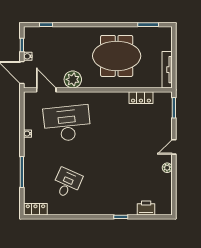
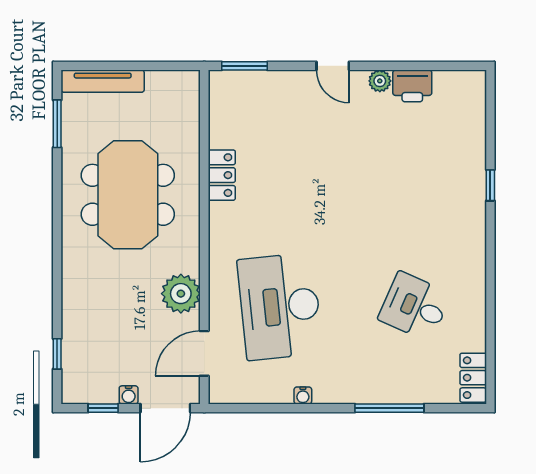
tv unit: (167, 70) -> (103, 81), moved
locker: (141, 98) -> (222, 175), moved
printer: (146, 208) -> (412, 86), moved, turned -90

